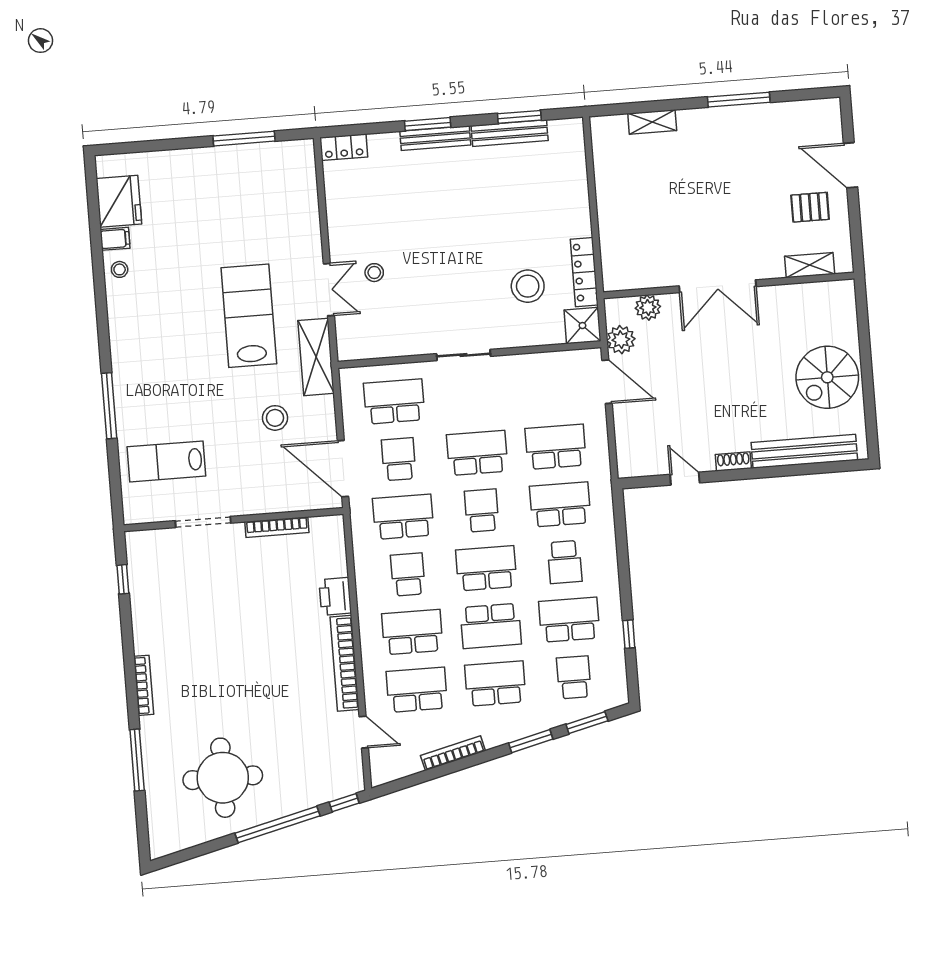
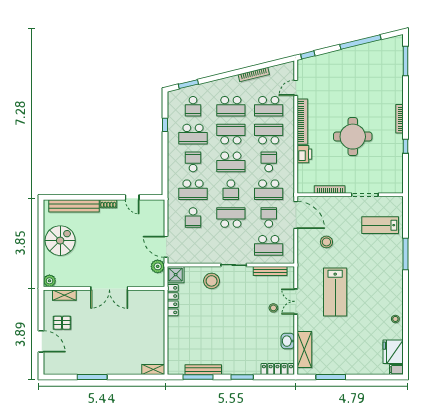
window: (519, 117) -> (198, 377), width x1.44
shelving: (652, 122) -> (153, 370), moved
bench: (435, 138) -> (270, 271), moved
locker: (344, 147) -> (277, 369), width x1.53
washbasin: (339, 206) -> (288, 341), added
filing cabinet: (115, 239) -> (396, 370), moved
stool: (528, 286) -> (212, 281), moved
double door: (718, 286) -> (109, 288), swing flipped
plant: (648, 307) -> (49, 281), moved
shelving: (316, 357) -> (304, 350), moved
school desk: (556, 447) -> (193, 218), width x0.54
school desk: (477, 453) -> (231, 218), turned 180
school desk: (399, 459) -> (269, 218), turned 180
lab bench: (166, 461) -> (380, 225), turned 180
school desk: (408, 574) -> (269, 162), turned 180
window: (123, 579) -> (405, 146), moved
school desk: (412, 632) -> (269, 134), turned 180
door: (364, 732) -> (296, 88), hinge flipped
window: (531, 741) -> (216, 77), removed
window: (137, 760) -> (405, 61), moved
round table: (223, 778) -> (353, 137), moved
window: (277, 825) -> (360, 42), moved

